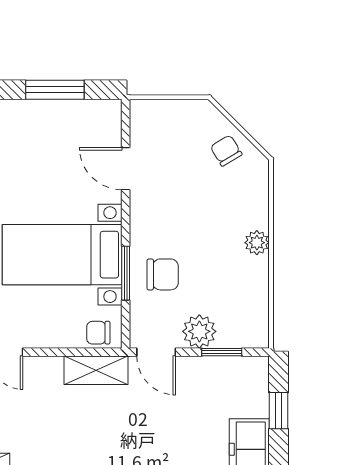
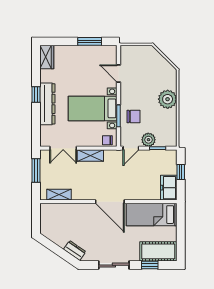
chair: (226, 151) -> (159, 66), removed
plant: (257, 243) -> (168, 99), width x1.88, depth x1.88
door: (156, 352) -> (131, 148), hinge flipped
shelving: (96, 370) -> (90, 155), moved

